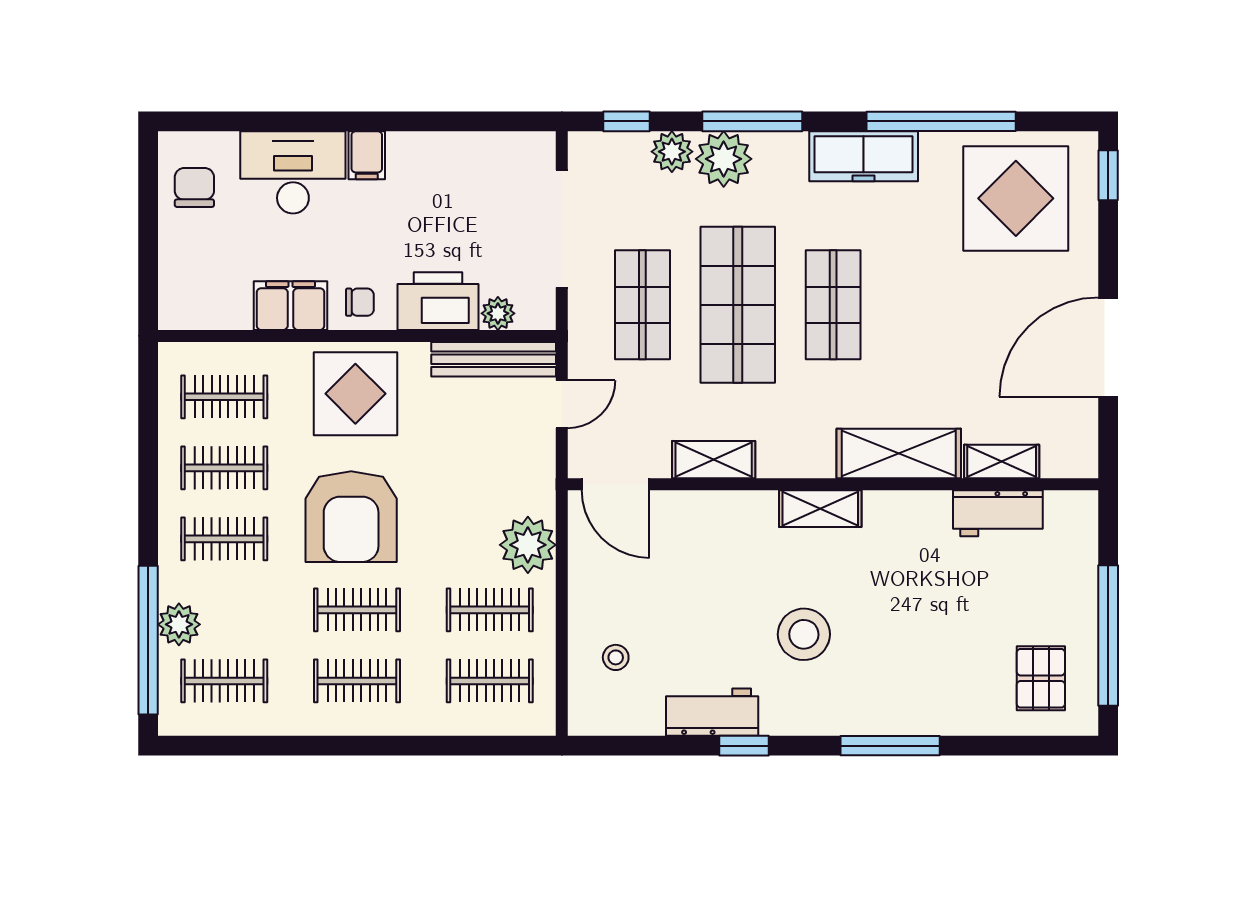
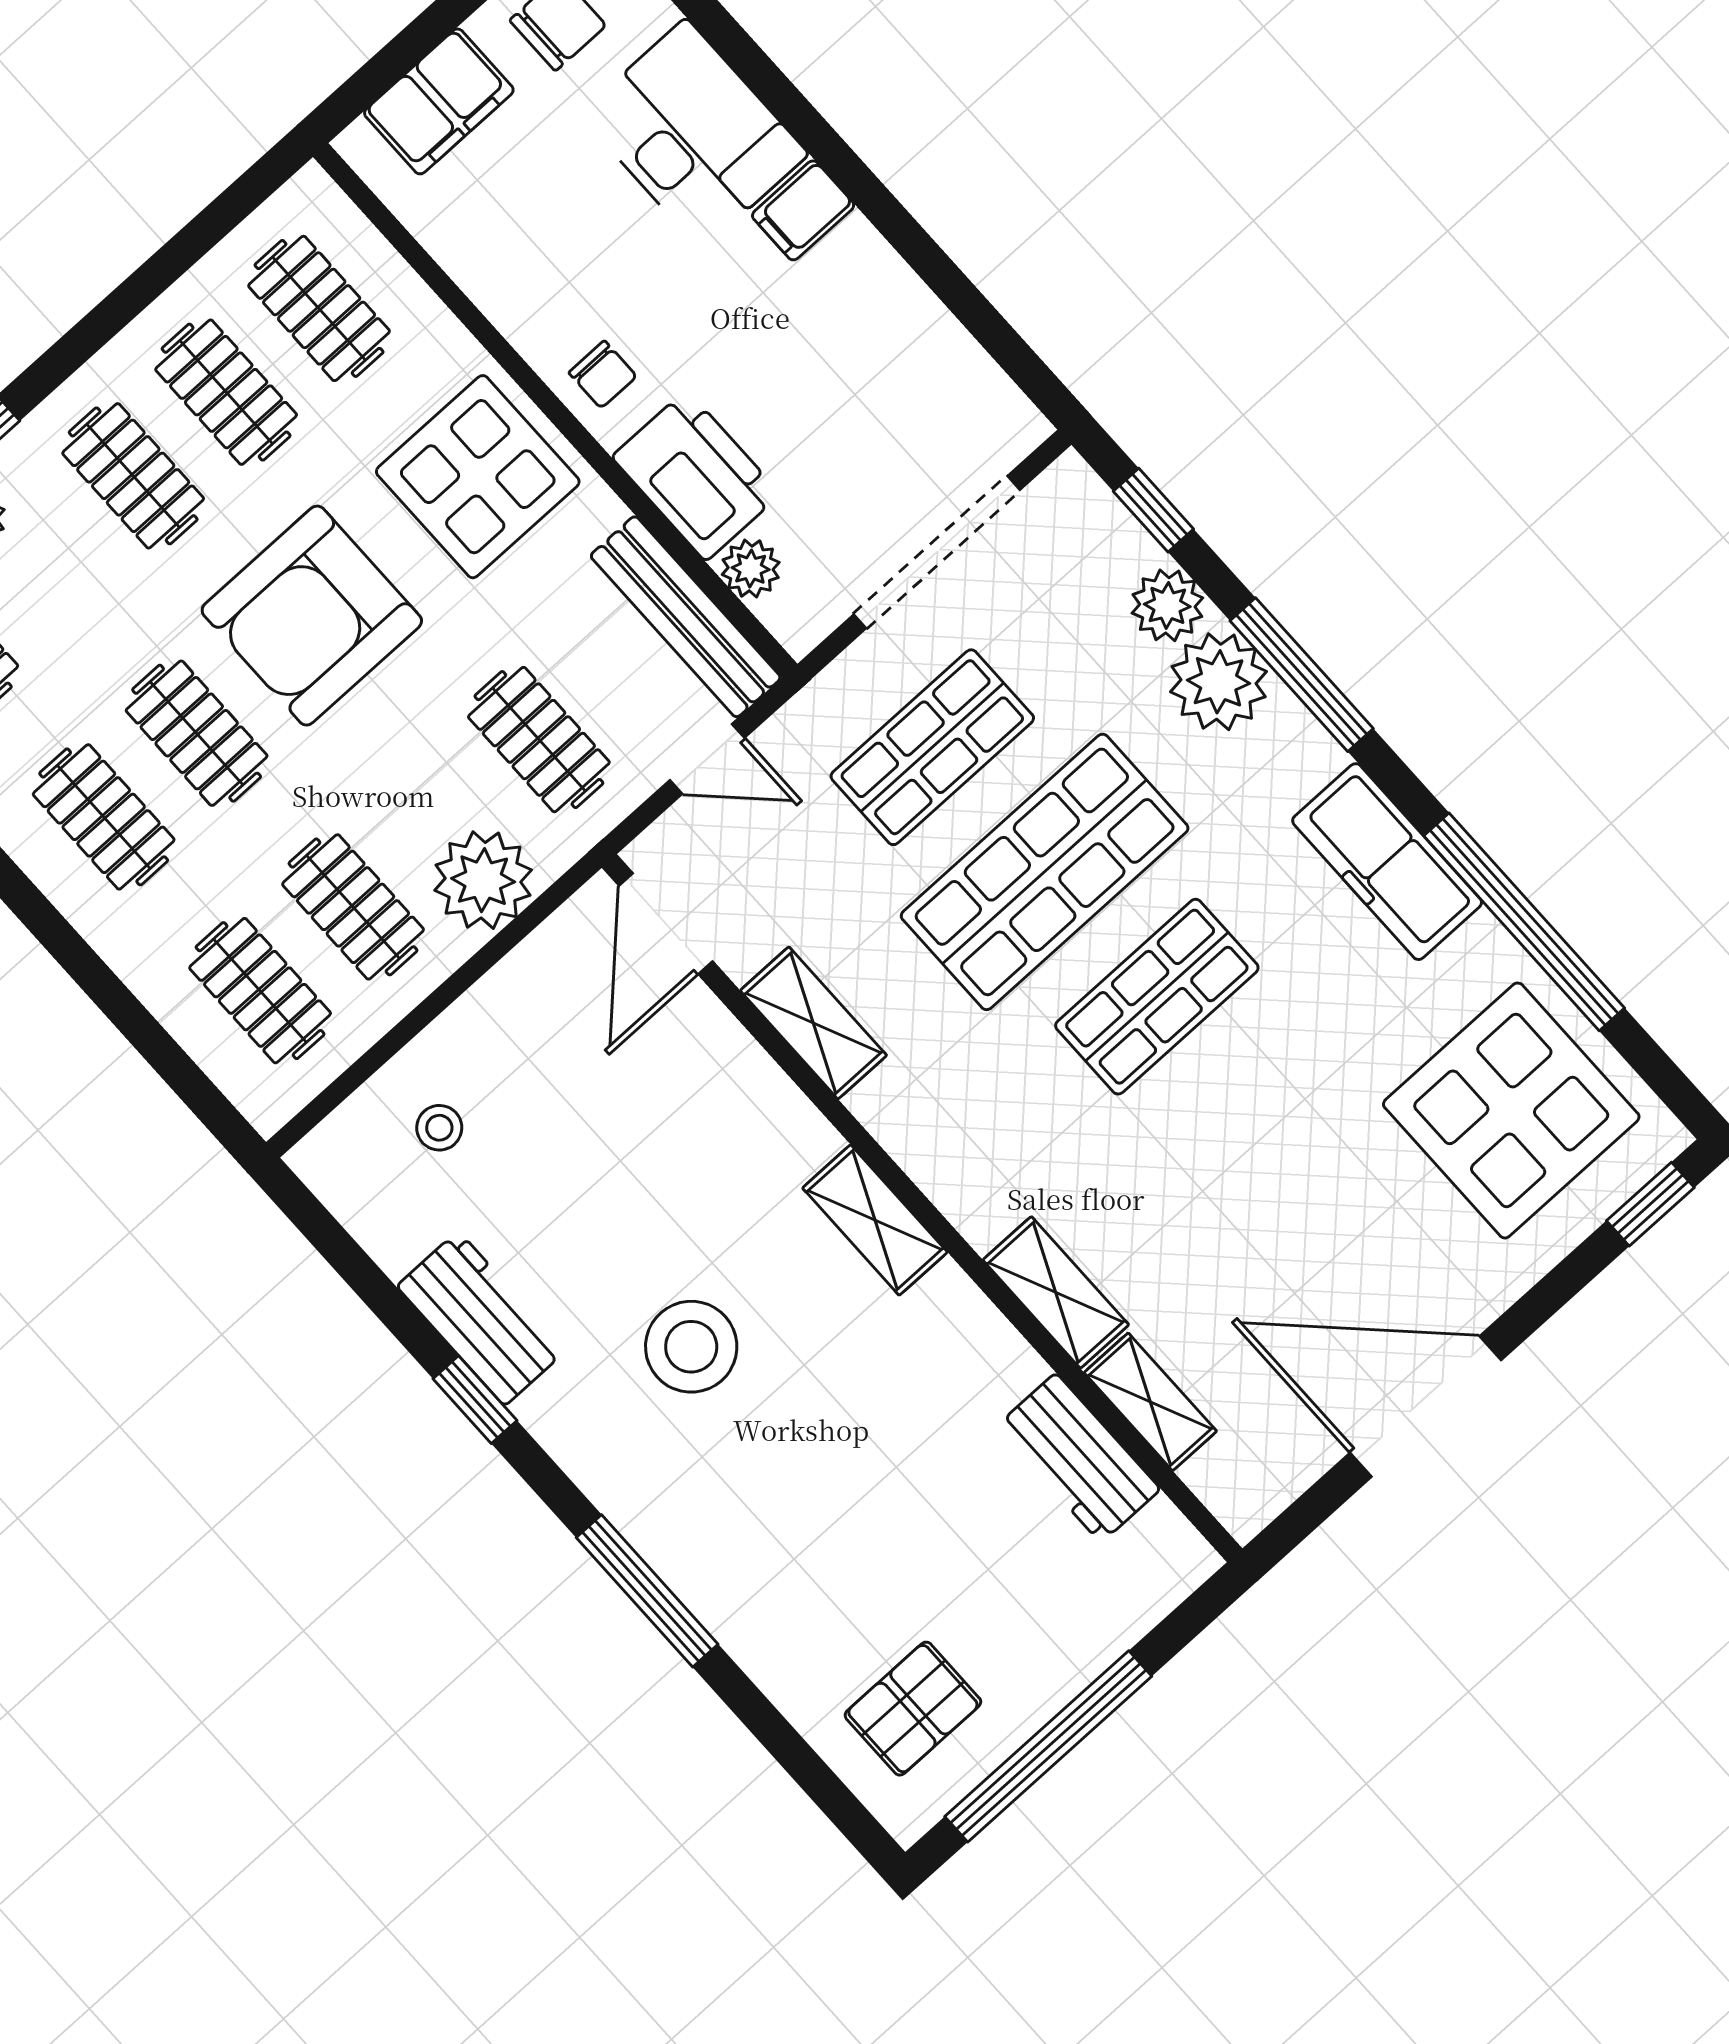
filing cabinet: (291, 306) -> (439, 101), moved, turned 90
shelving: (899, 454) -> (1056, 1292), width x0.67, depth x0.75
clothes rail: (490, 468) -> (539, 740), added

